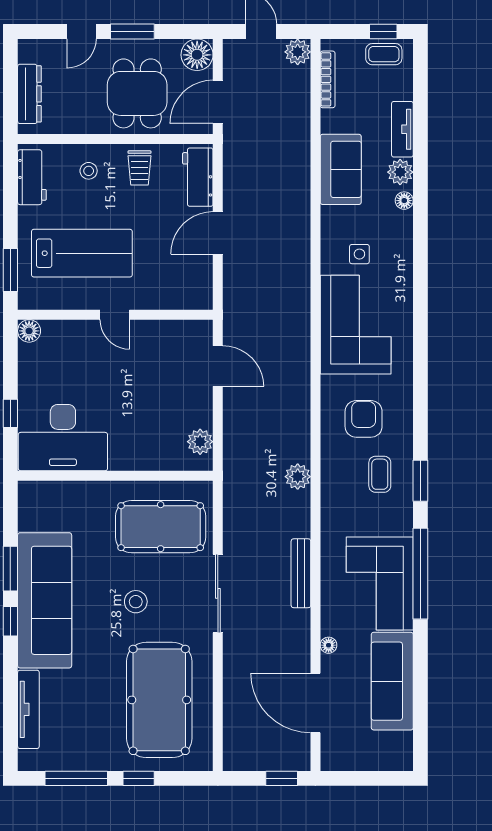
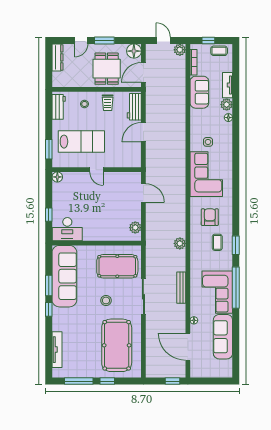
window: (383, 32) -> (208, 40), moved
dresser: (29, 94) -> (57, 57), moved
sofa: (341, 169) -> (199, 92), moved
desk: (63, 438) -> (67, 229), width x0.73, depth x0.77
sofa: (45, 600) -> (64, 276), moved

